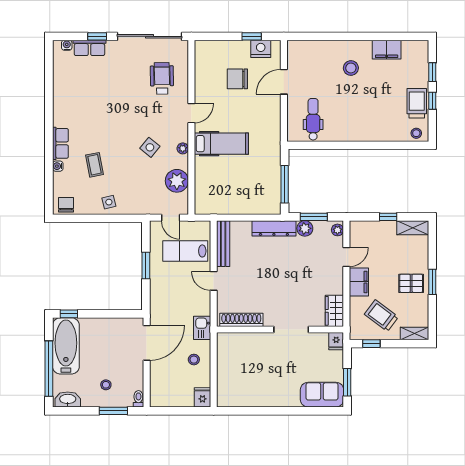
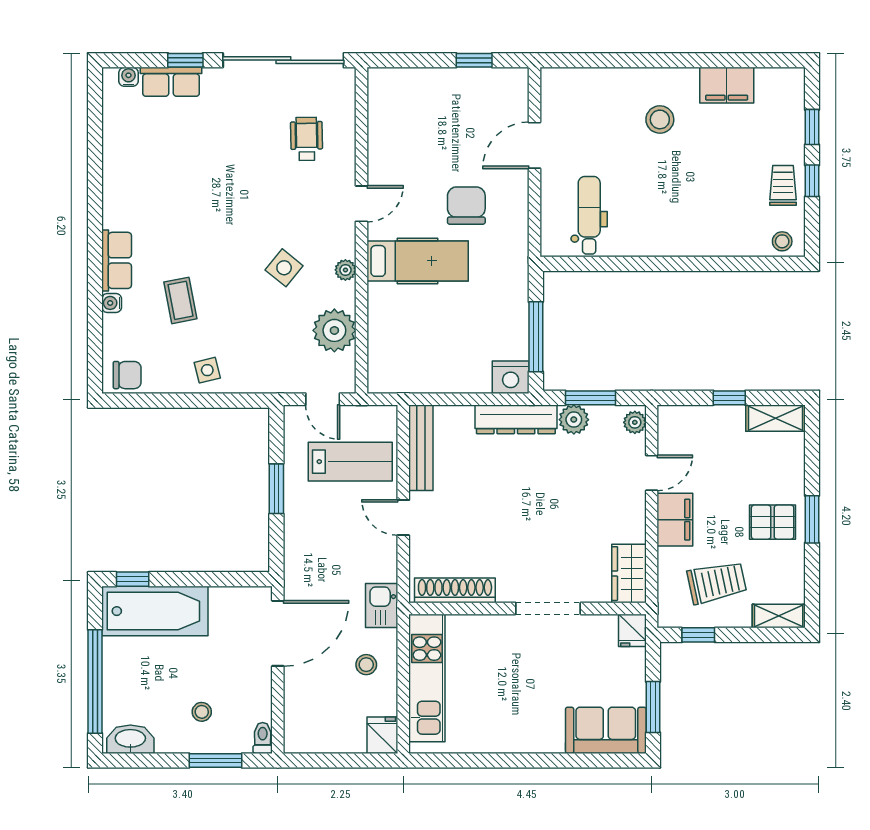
nightstand: (261, 49) -> (511, 377), moved, turned 180
wheelchair: (162, 78) -> (307, 139), width x0.73, depth x0.73
chair: (237, 79) -> (466, 206), moved, turned 90
trolley: (417, 103) -> (783, 185), width x0.73, depth x0.72
chair: (66, 205) -> (127, 375), turned 90
lab bench: (185, 251) -> (350, 462), turned 180
trolley: (381, 316) -> (717, 582), turned 131
bathtub: (66, 346) -> (155, 611), moved, turned 90
kitchen unit: (226, 367) -> (427, 678), added

